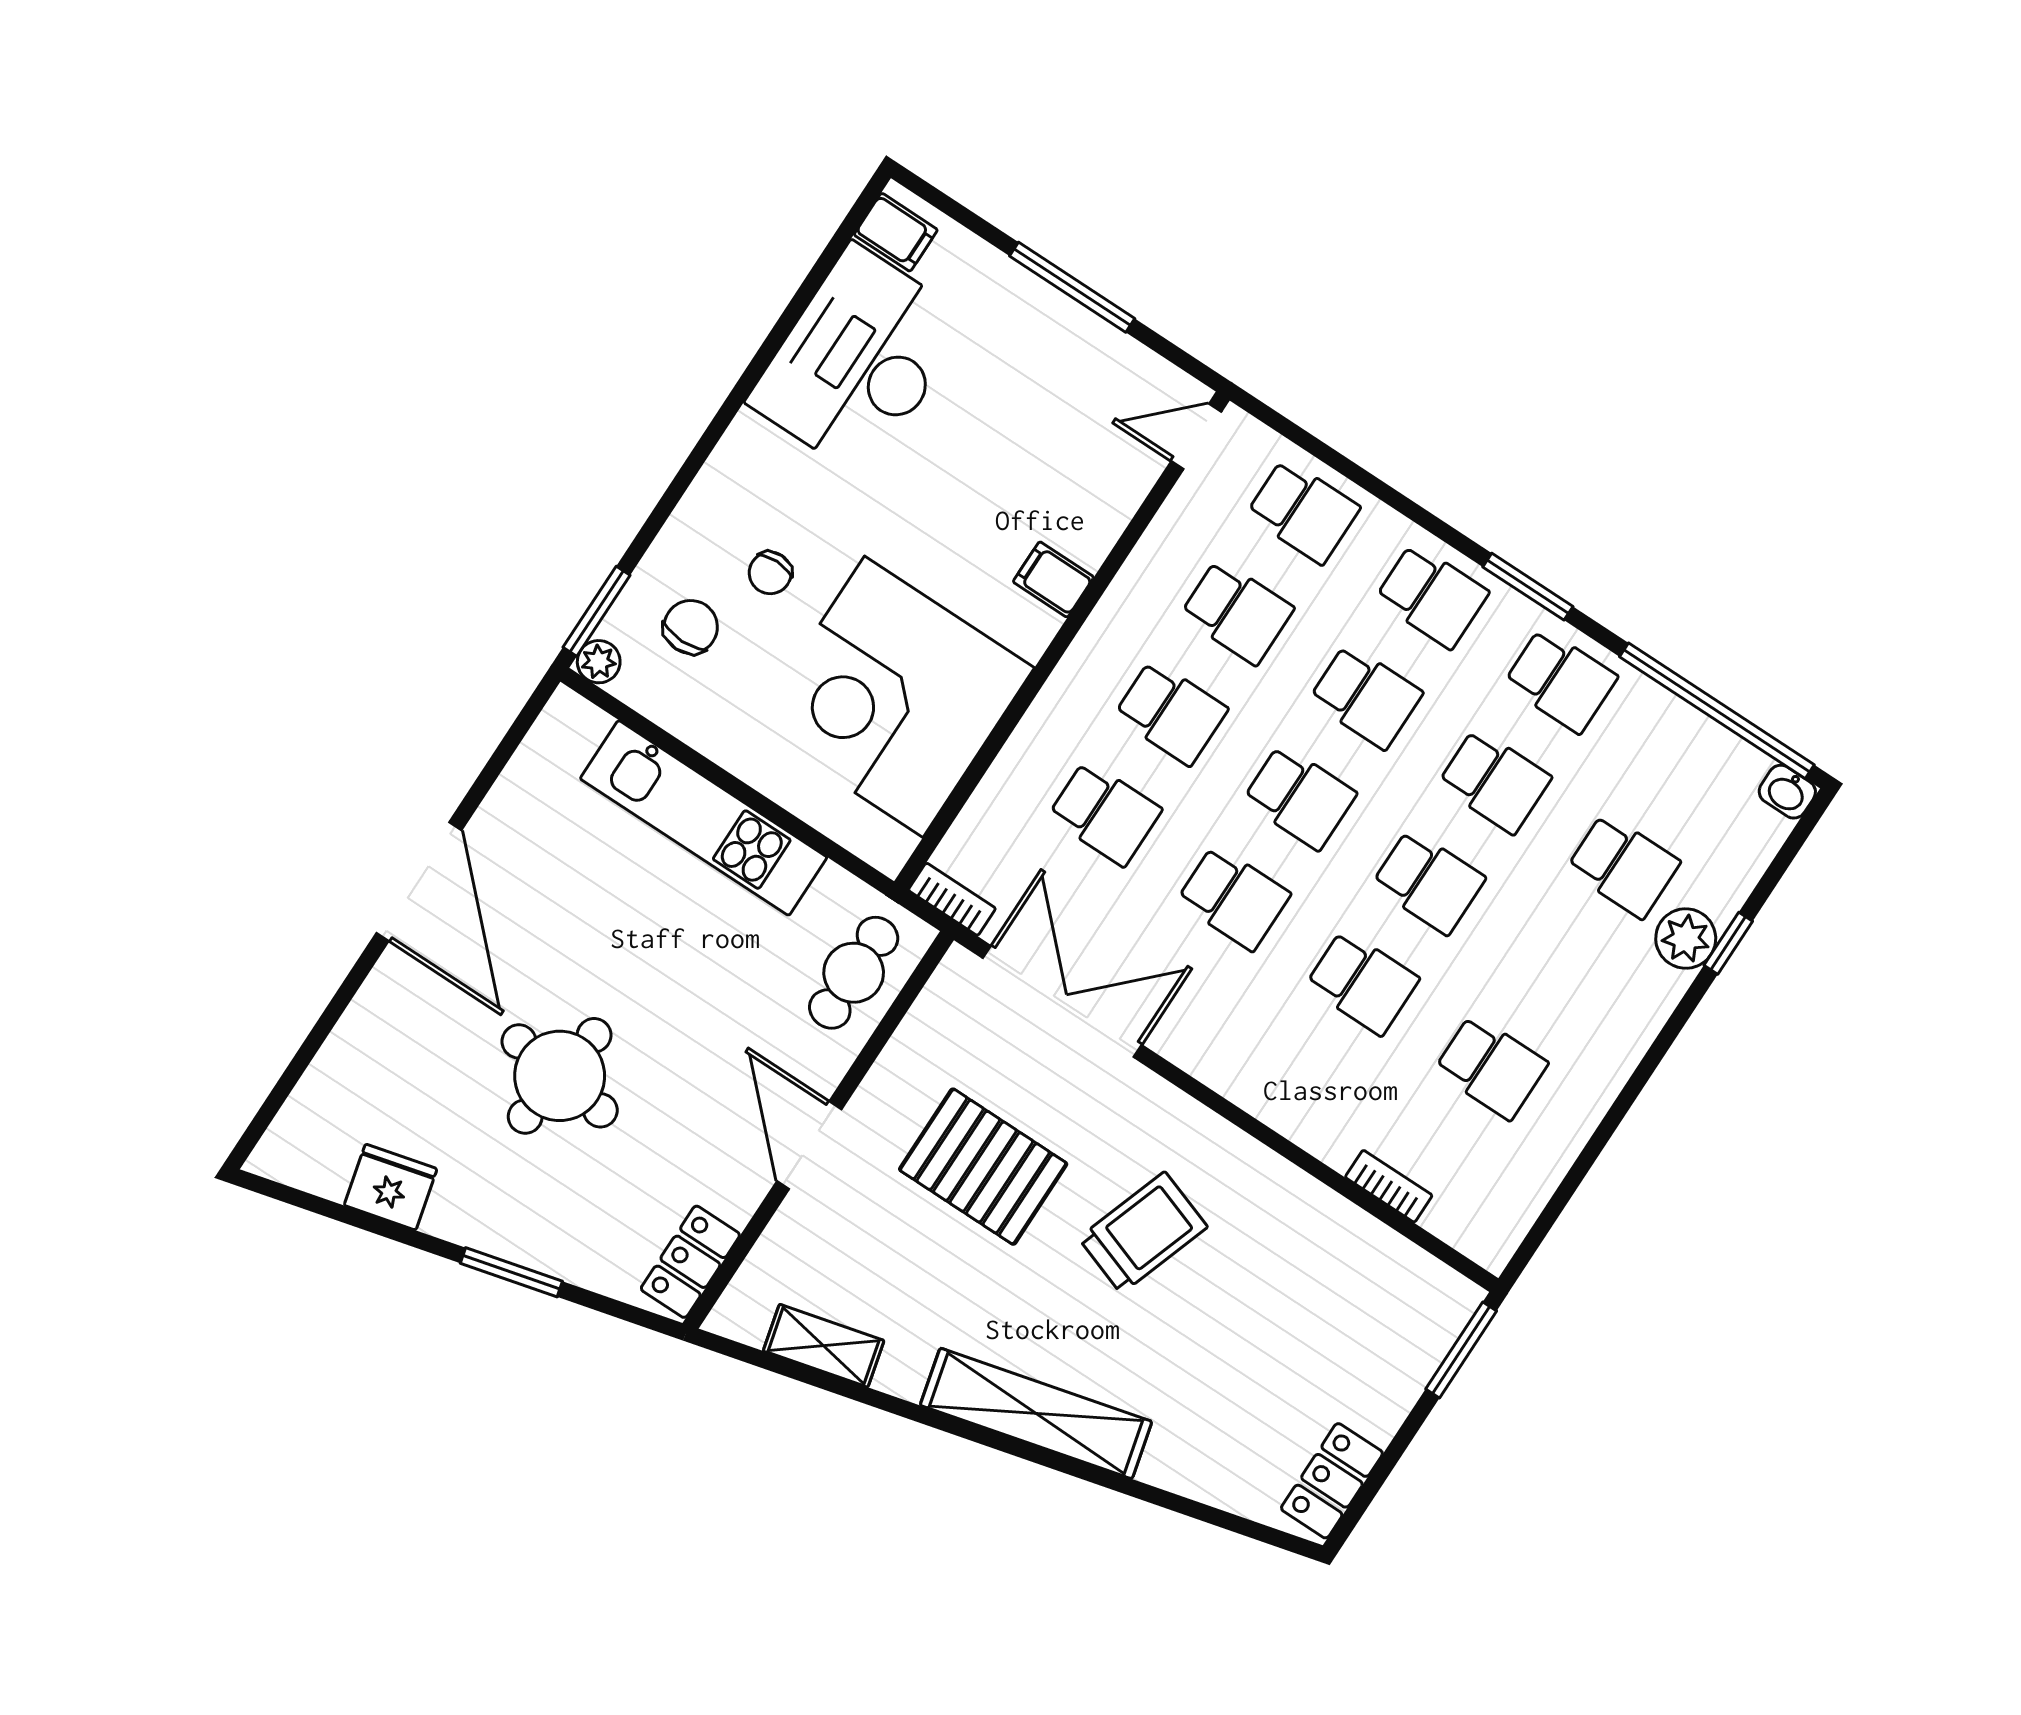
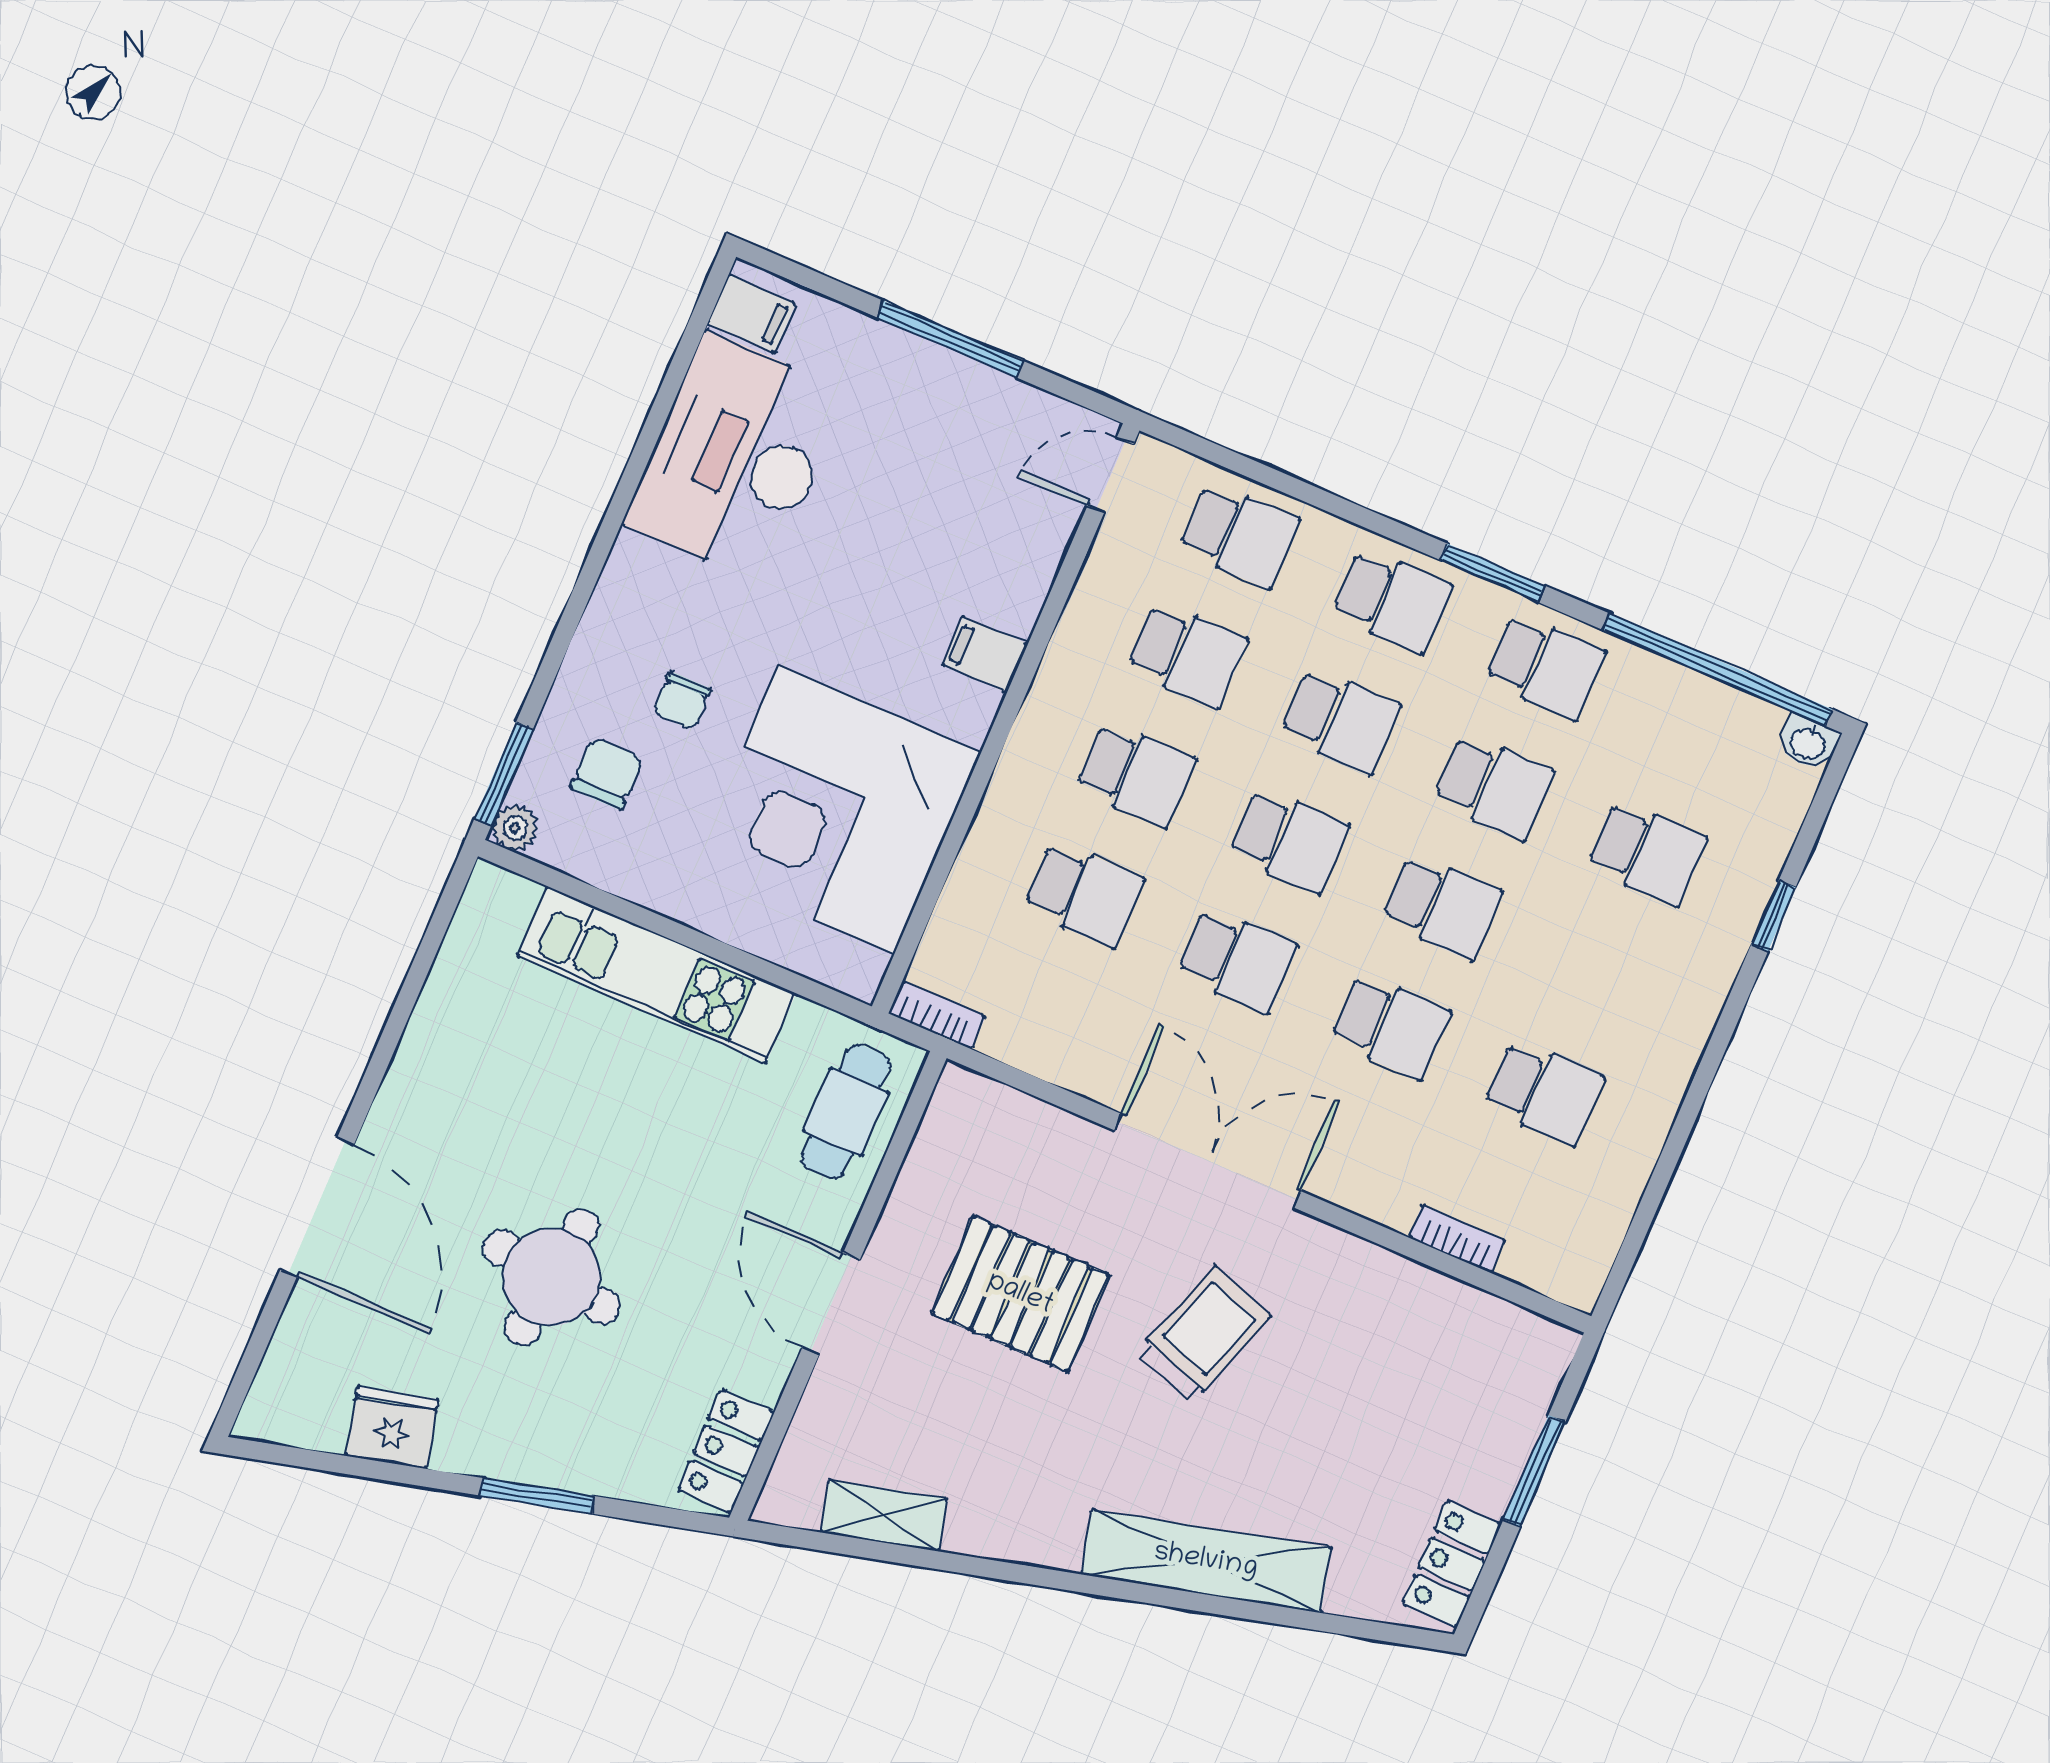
door: (419, 881) -> (317, 1207), moved
plant: (1686, 939) -> (1727, 919), removed
double door: (1062, 1001) -> (1208, 1161), moved
window: (1461, 1350) -> (1534, 1471), moved
shelving: (1036, 1413) -> (1206, 1561), moved

